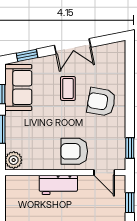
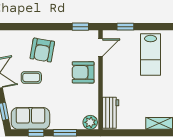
armchair: (74, 151) -> (83, 72), turned 90
workbench: (58, 185) -> (111, 113), moved

